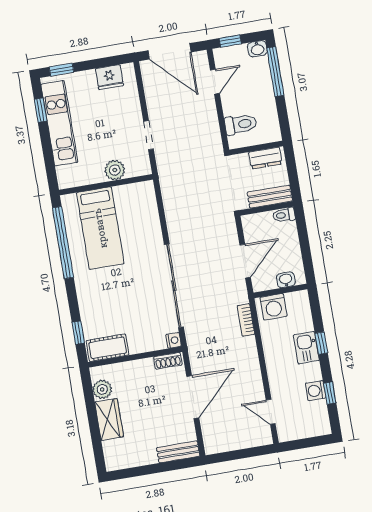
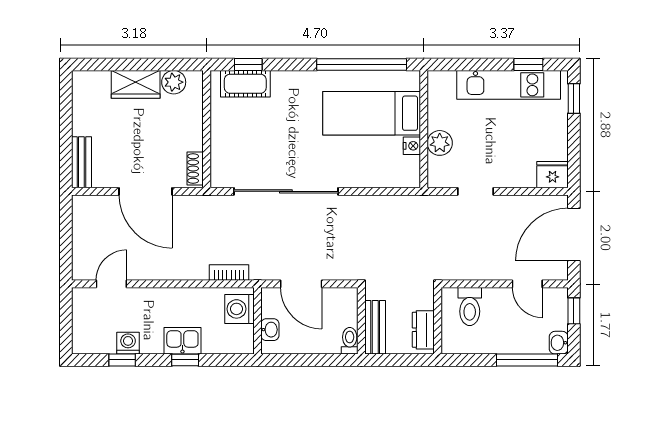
fridge: (109, 77) -> (553, 175), moved, turned 90
nightstand: (174, 340) -> (412, 146), moved, turned -90
cot: (108, 348) -> (245, 84), moved, turned 90

